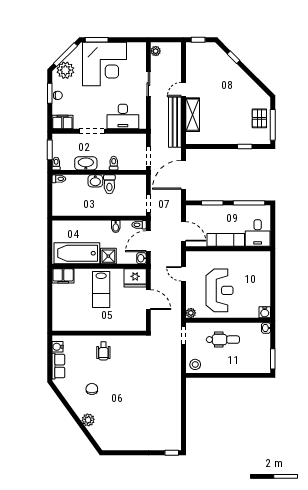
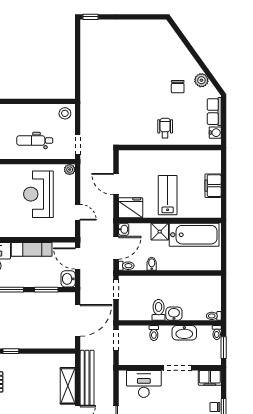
washbasin: (192, 213) -> (68, 279), added
filing cabinet: (63, 276) -> (213, 186), moved, turned -90
plant: (88, 420) -> (201, 80), moved

